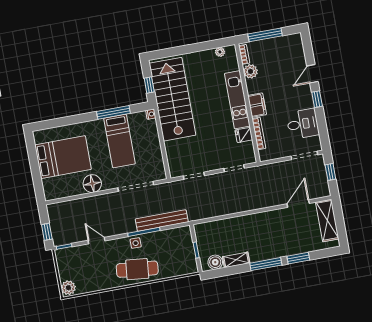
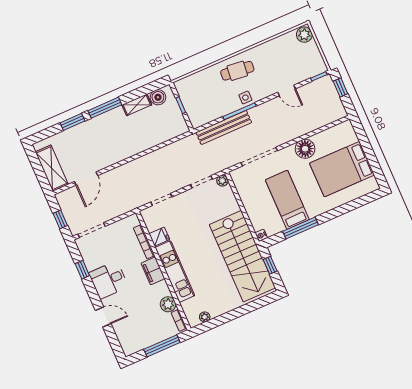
door: (312, 74) -> (103, 317), hinge flipped
window: (317, 99) -> (82, 270), moved
desk: (303, 124) -> (109, 280), moved
plant: (174, 172) -> (222, 181), added
cafe table: (137, 269) -> (237, 71), width x0.73, depth x0.74

